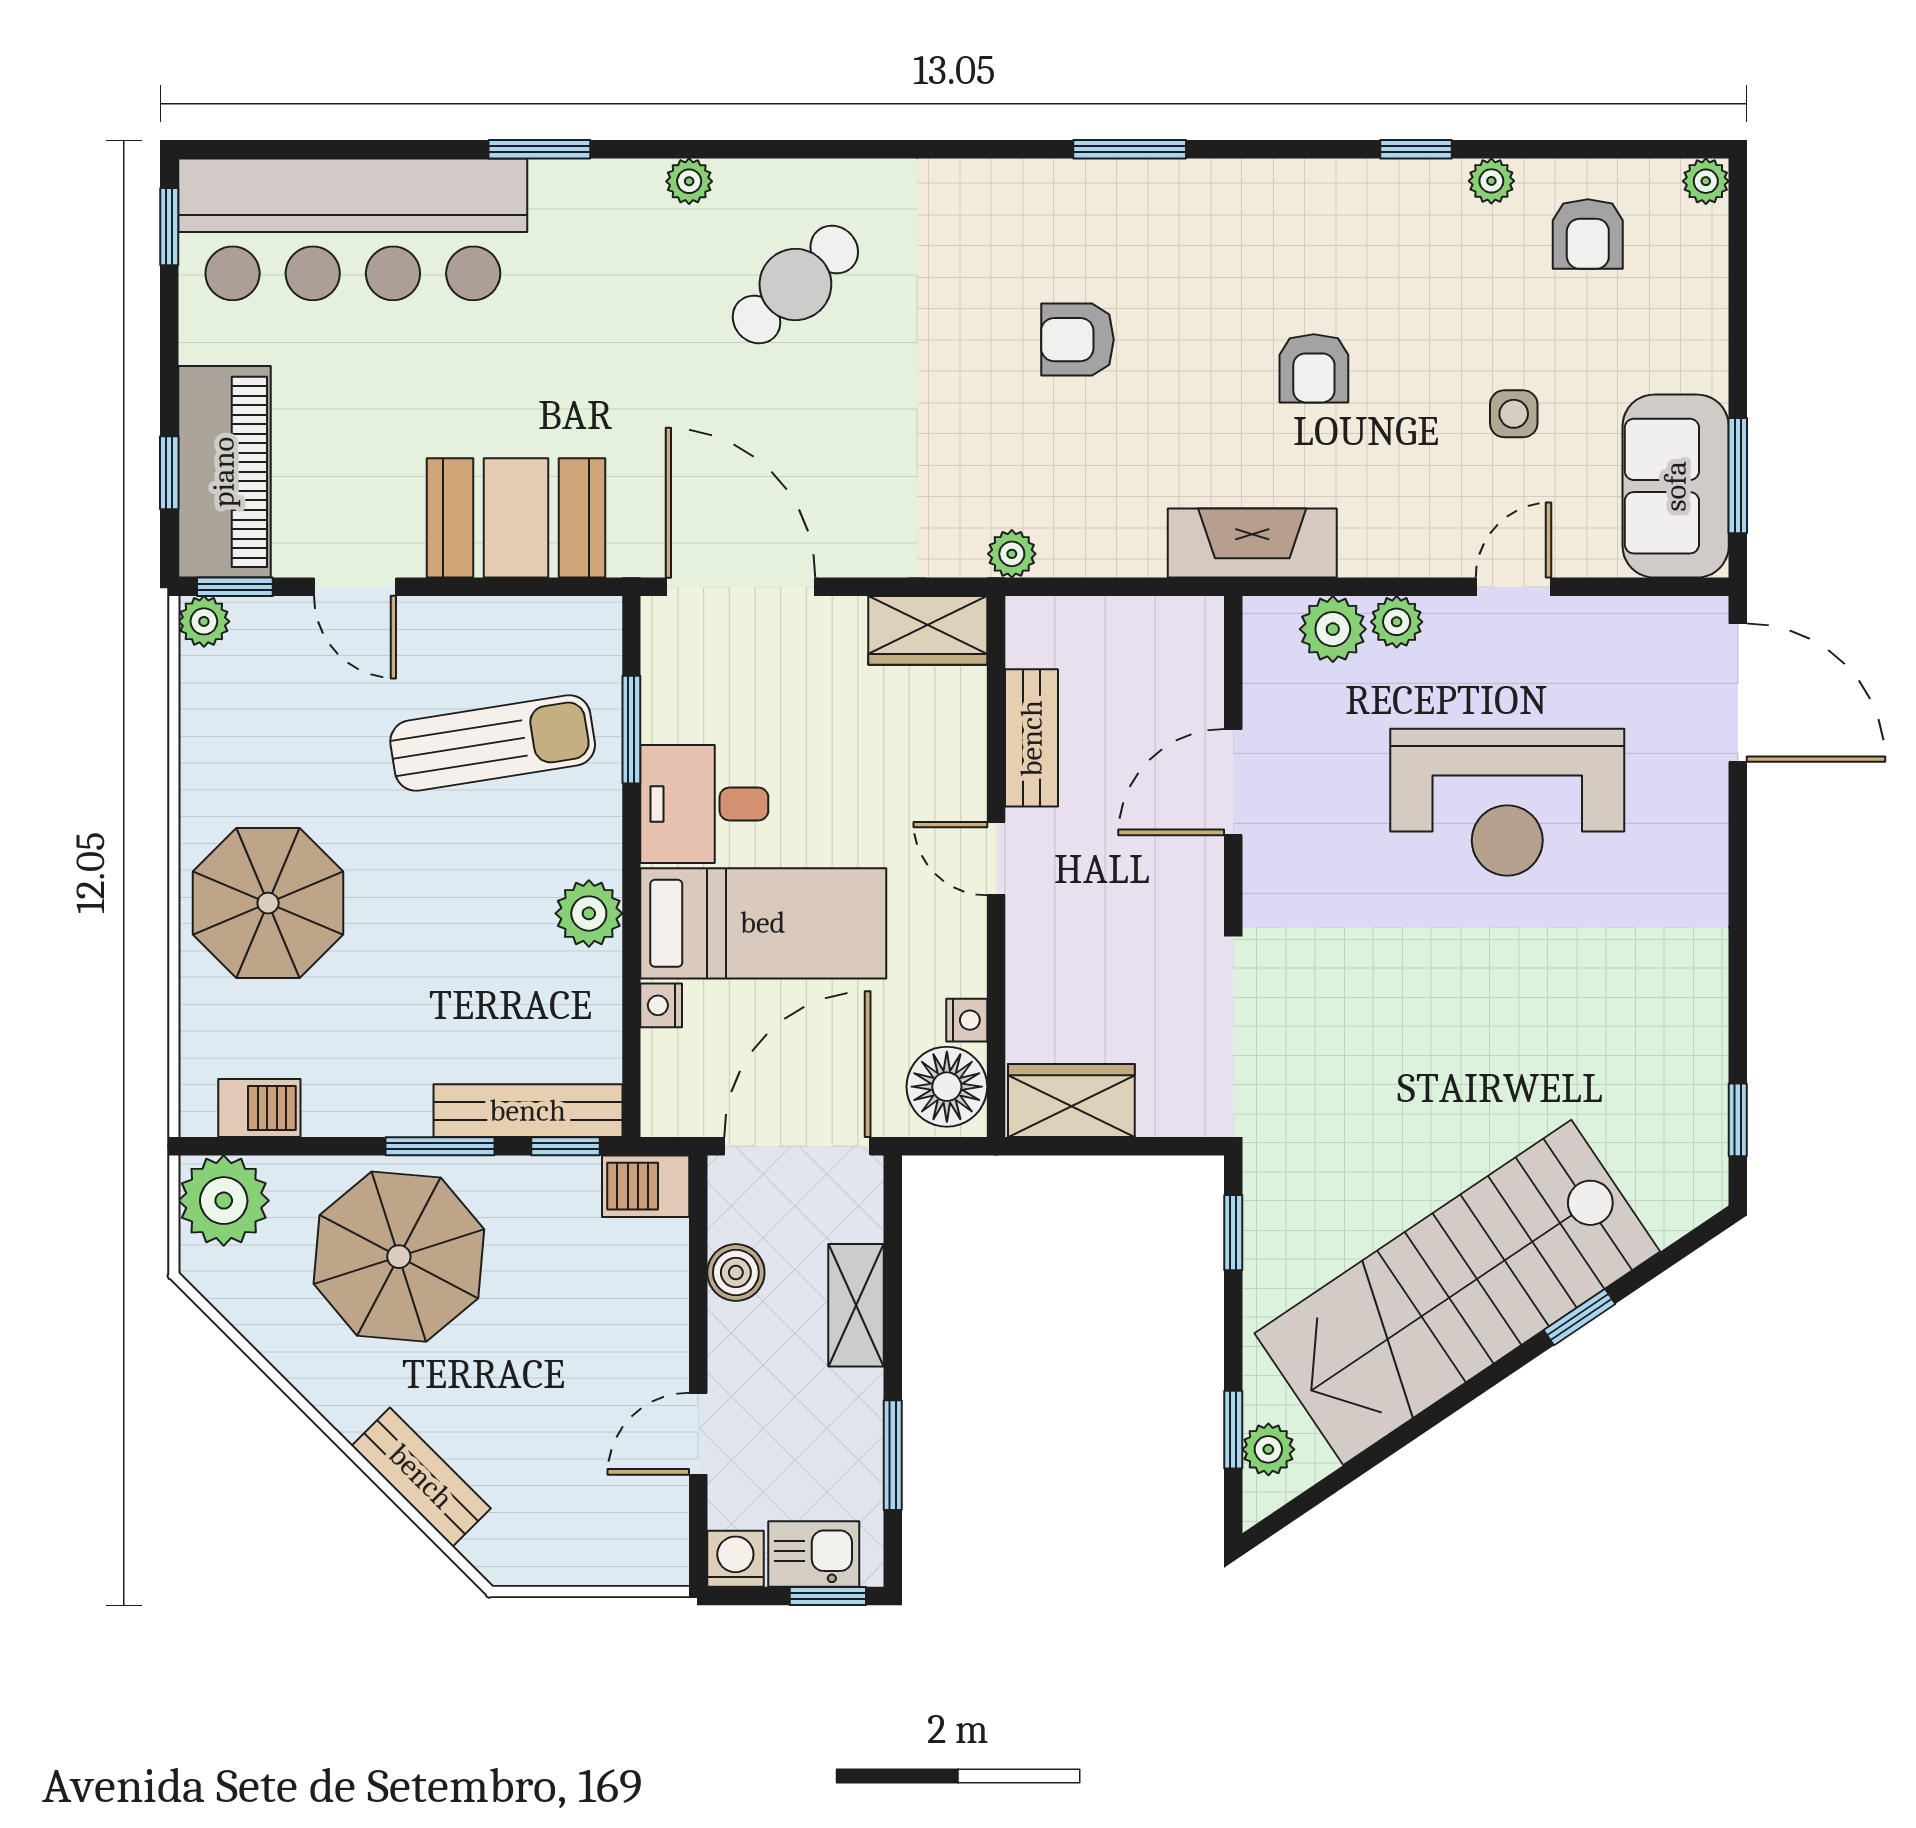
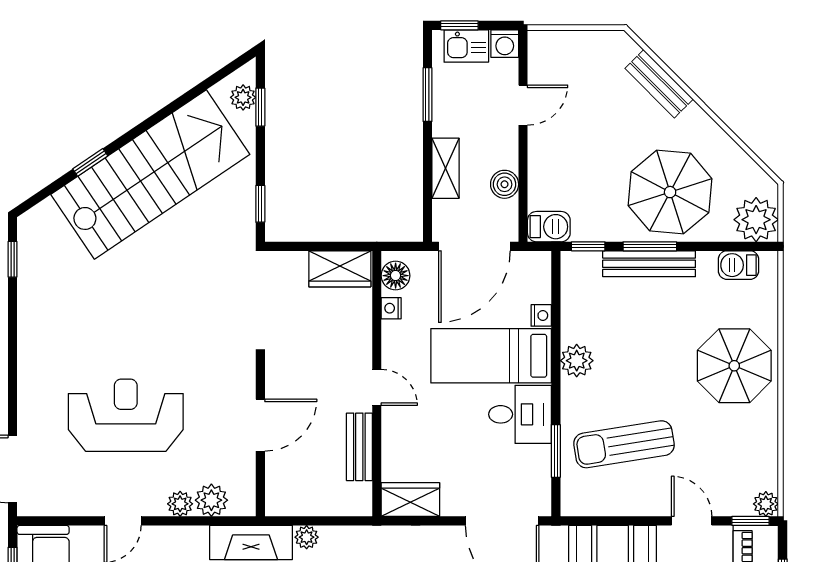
plant: (1012, 554) -> (307, 537), moved
floor lamp: (947, 1087) -> (396, 276), width x0.73, depth x0.73
bench: (528, 1111) -> (649, 264), moved

